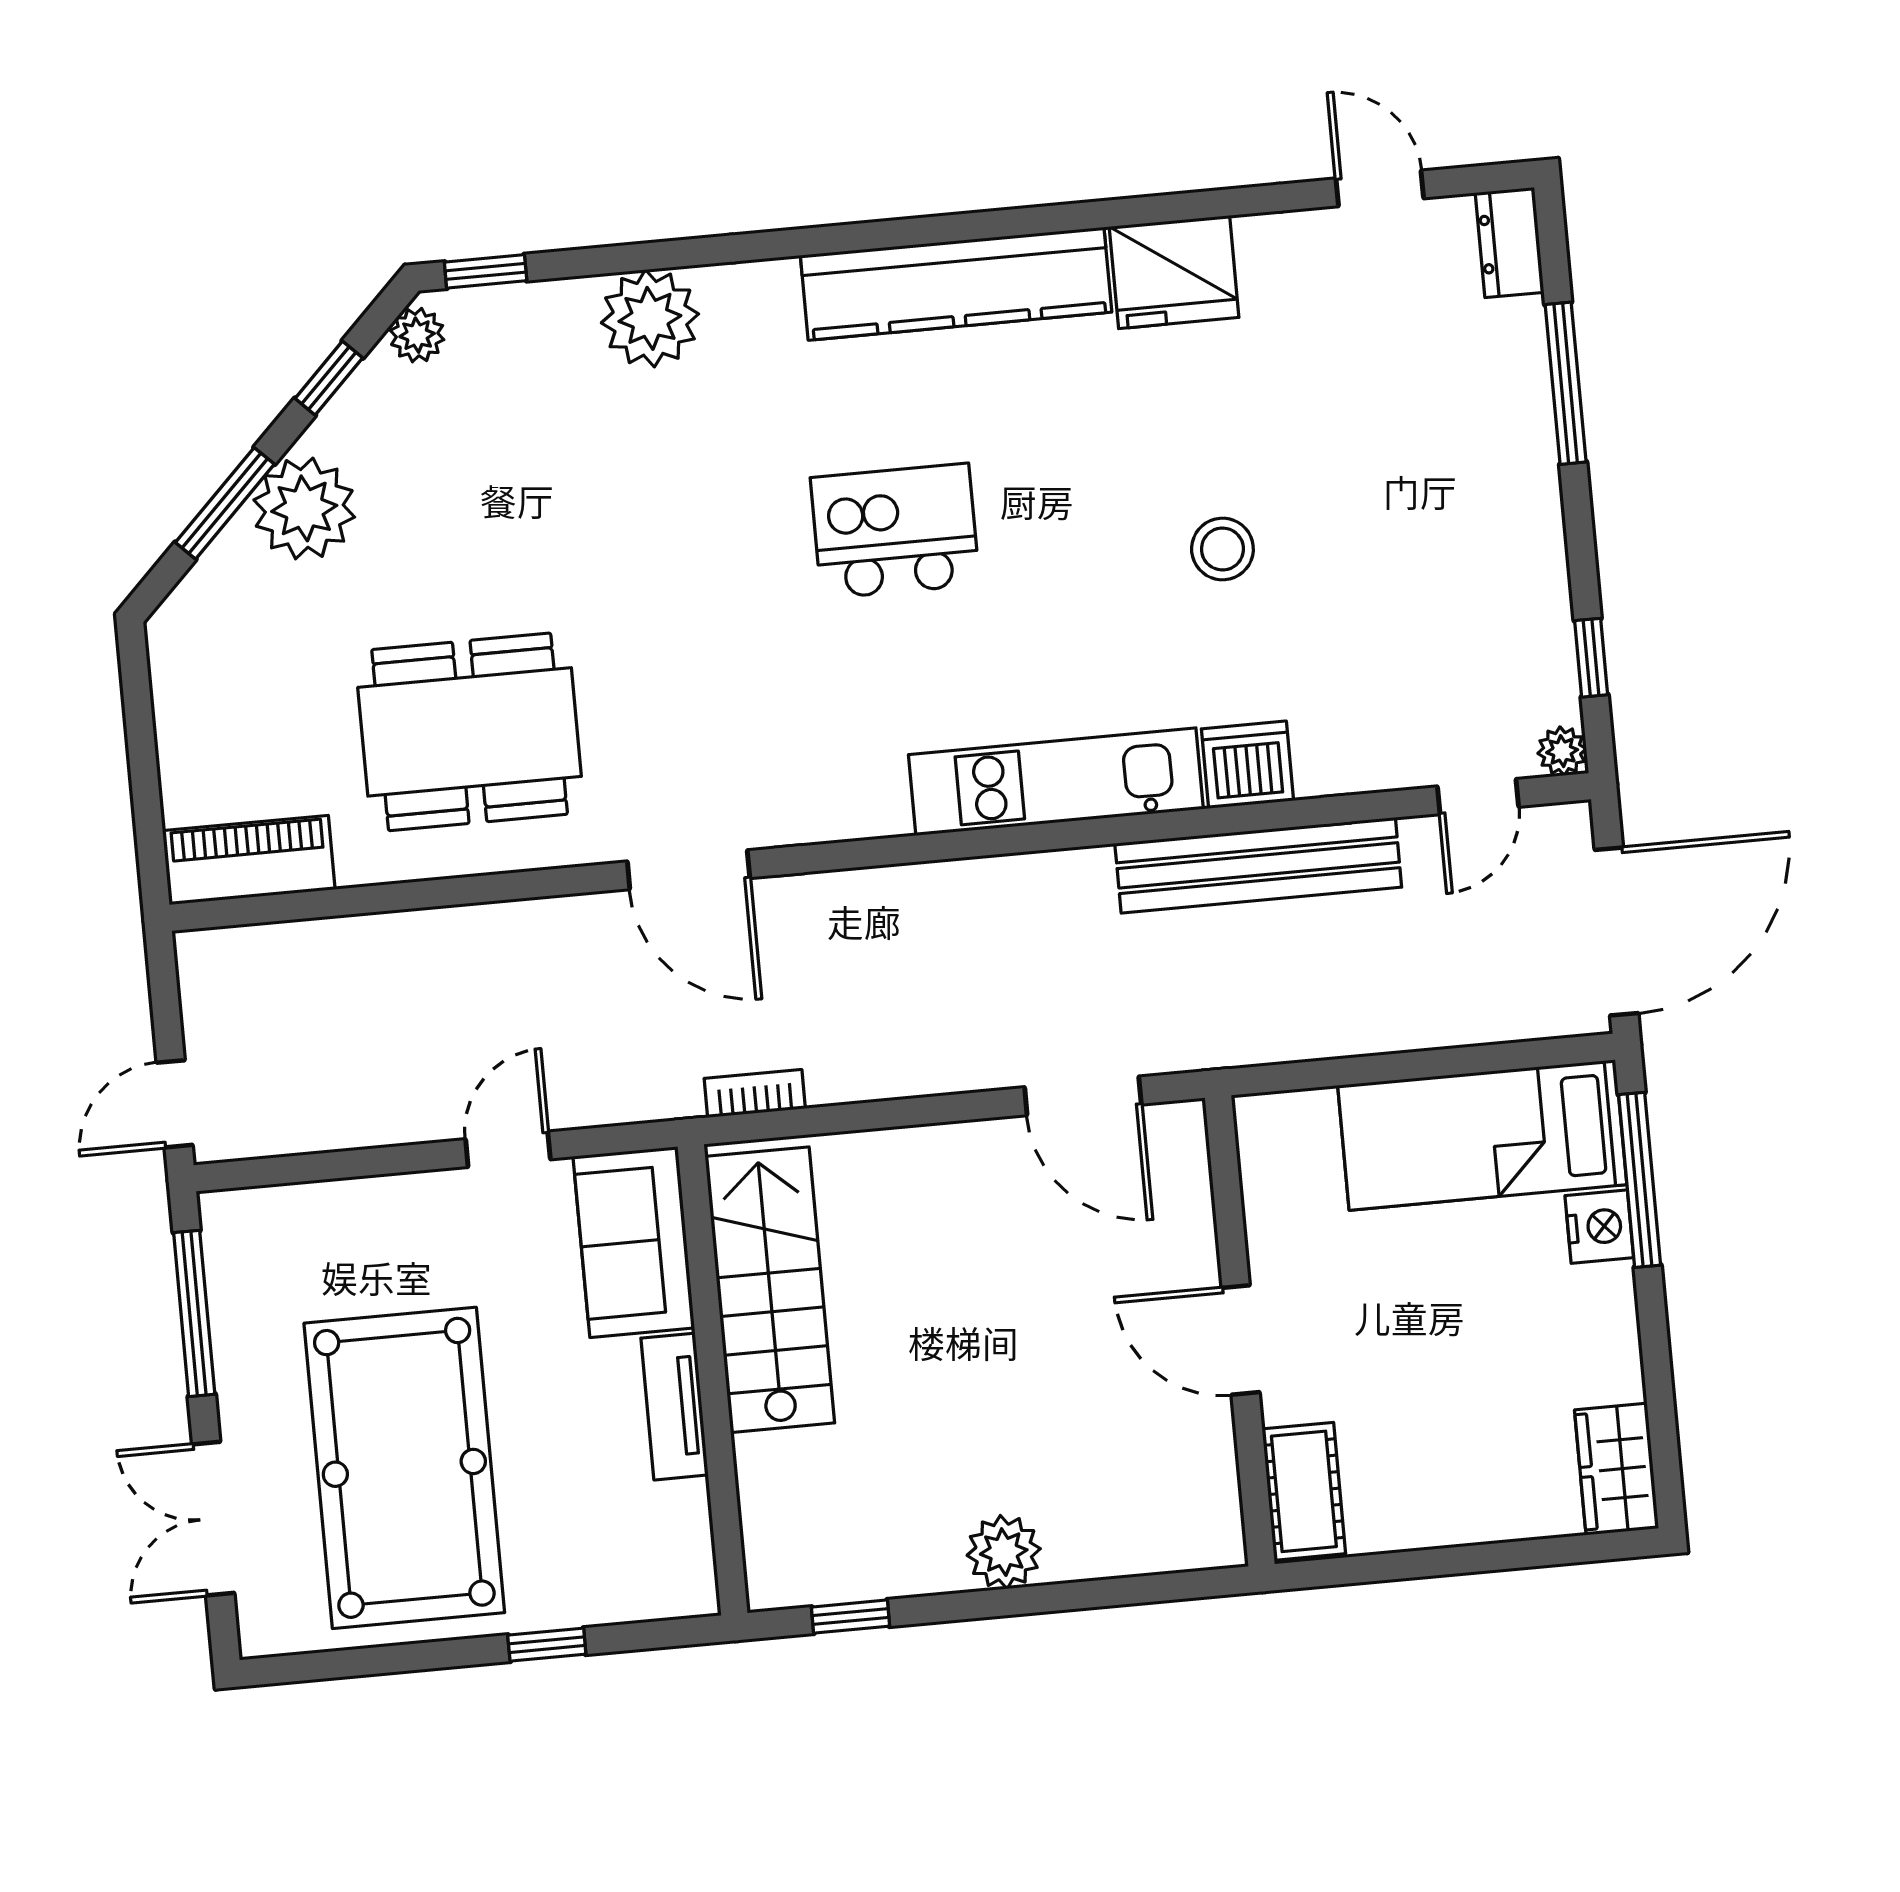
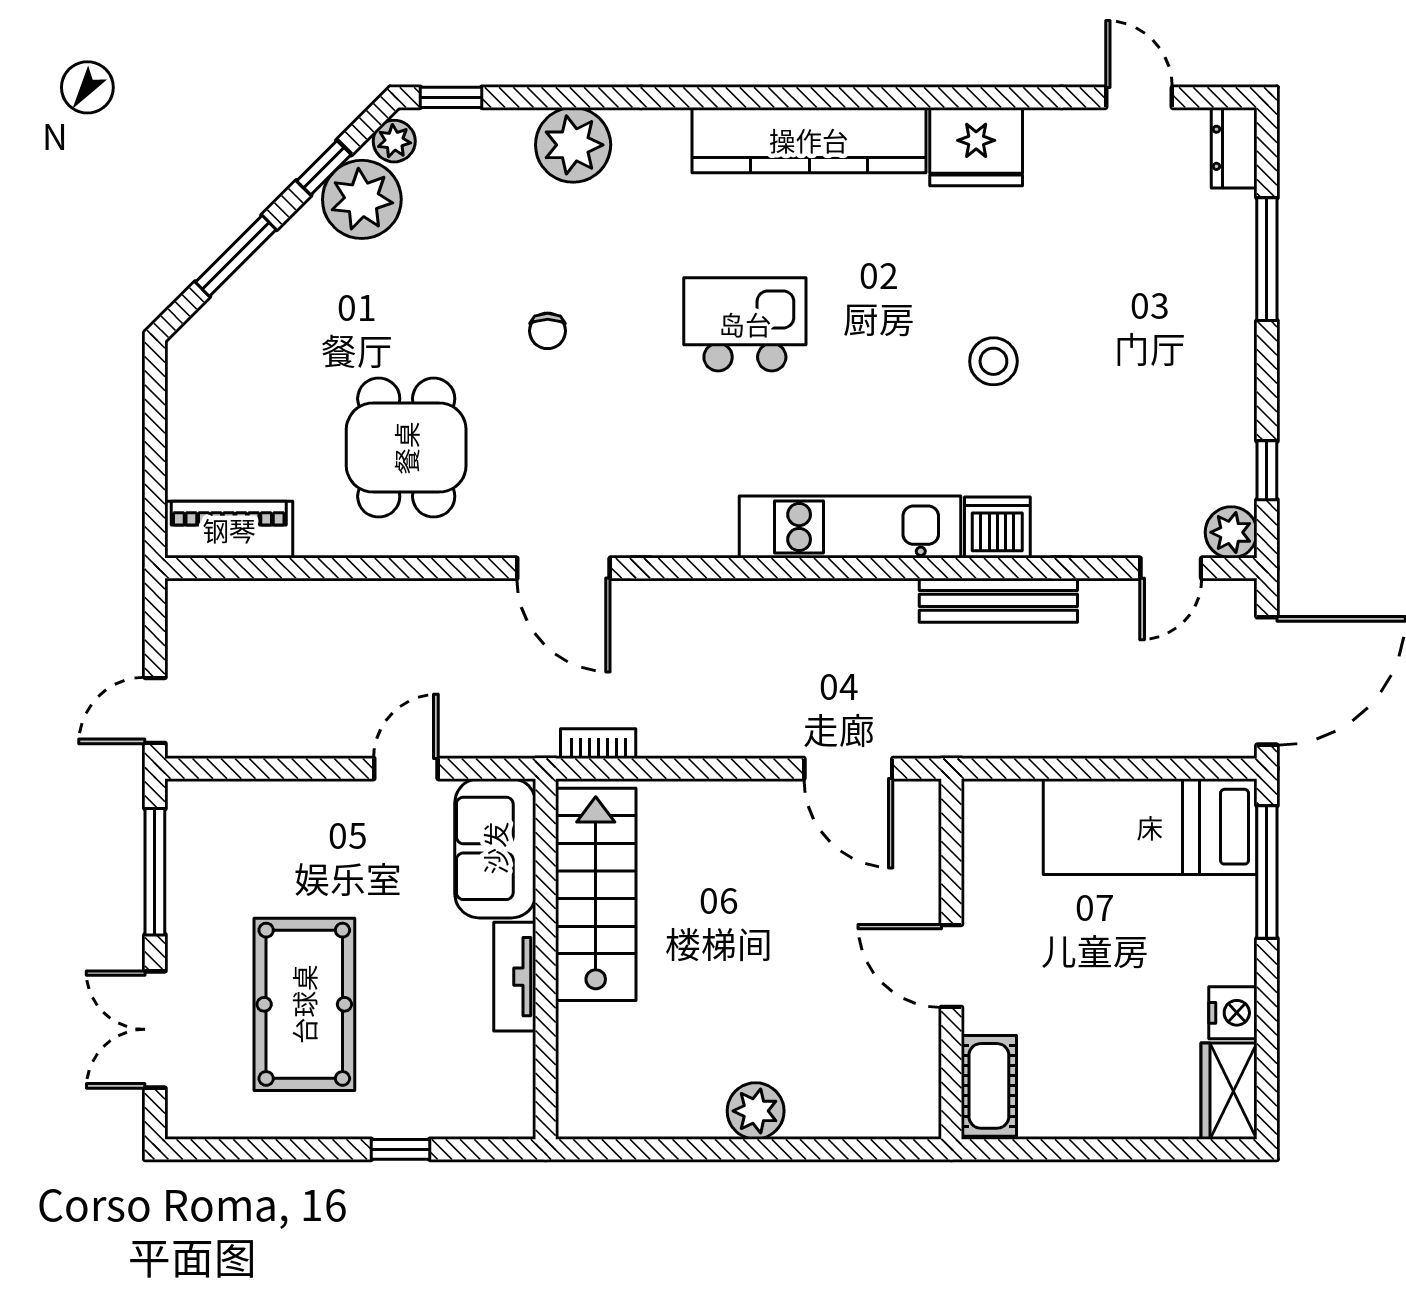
plant: (304, 508) -> (362, 199), moved
chair: (639, 563) -> (548, 331), added
dining table: (470, 732) -> (406, 448), width x0.73
plant: (1562, 751) -> (1231, 532), width x1.38, depth x1.38
bench: (1258, 865) -> (998, 600), width x0.73, depth x0.82
nightstand: (1599, 1227) -> (1233, 1013), moved
pool table: (404, 1468) -> (304, 1004), width x0.73, depth x0.76
window: (850, 1617) -> (634, 1149), removed

